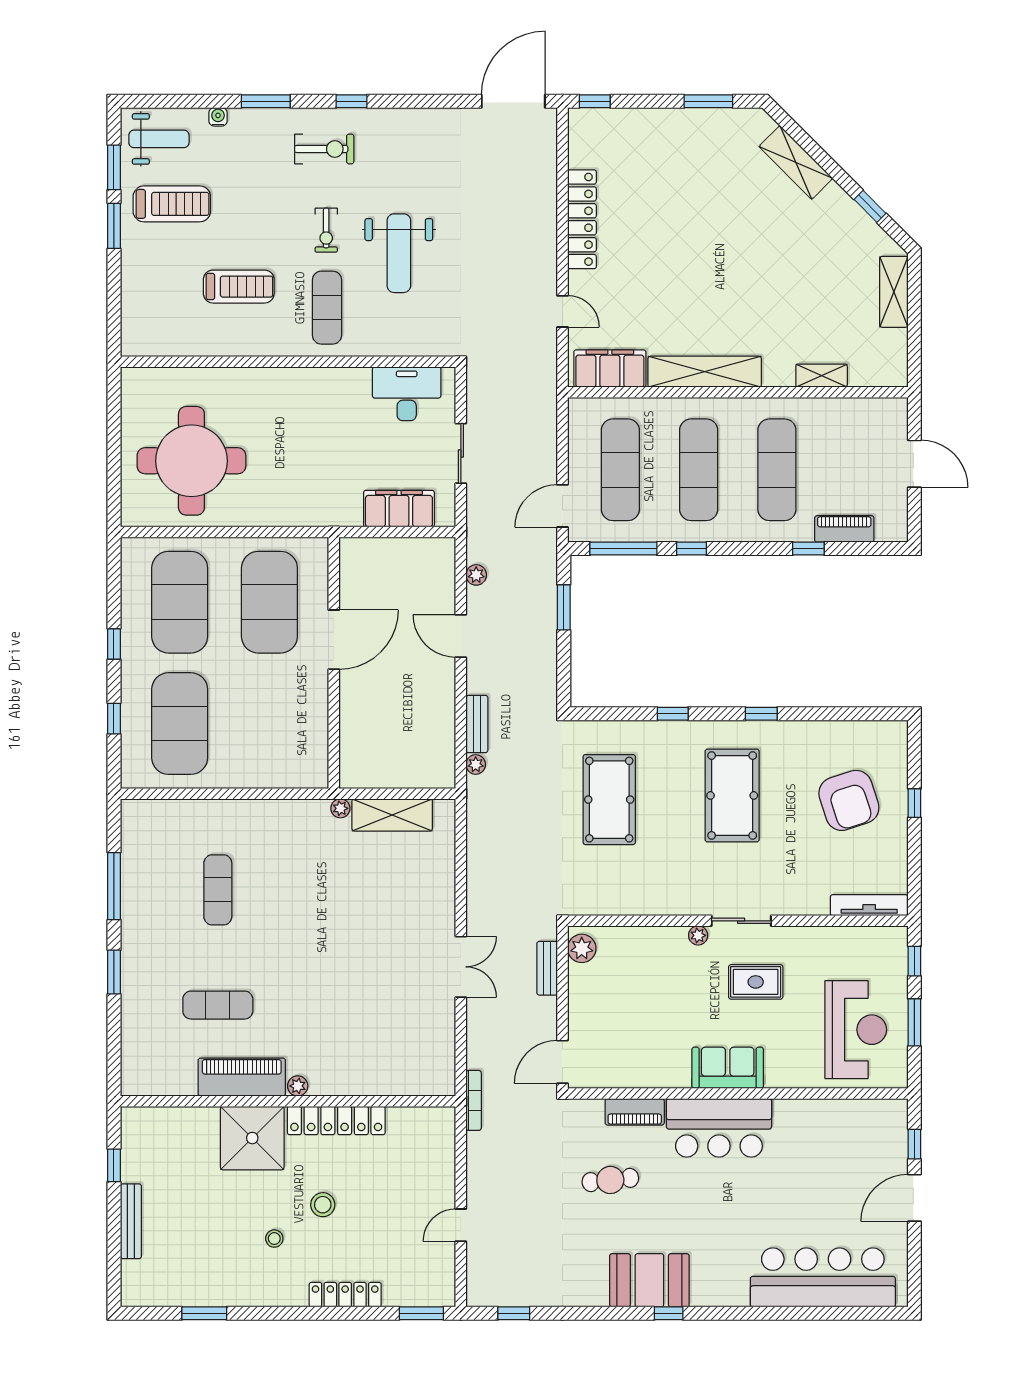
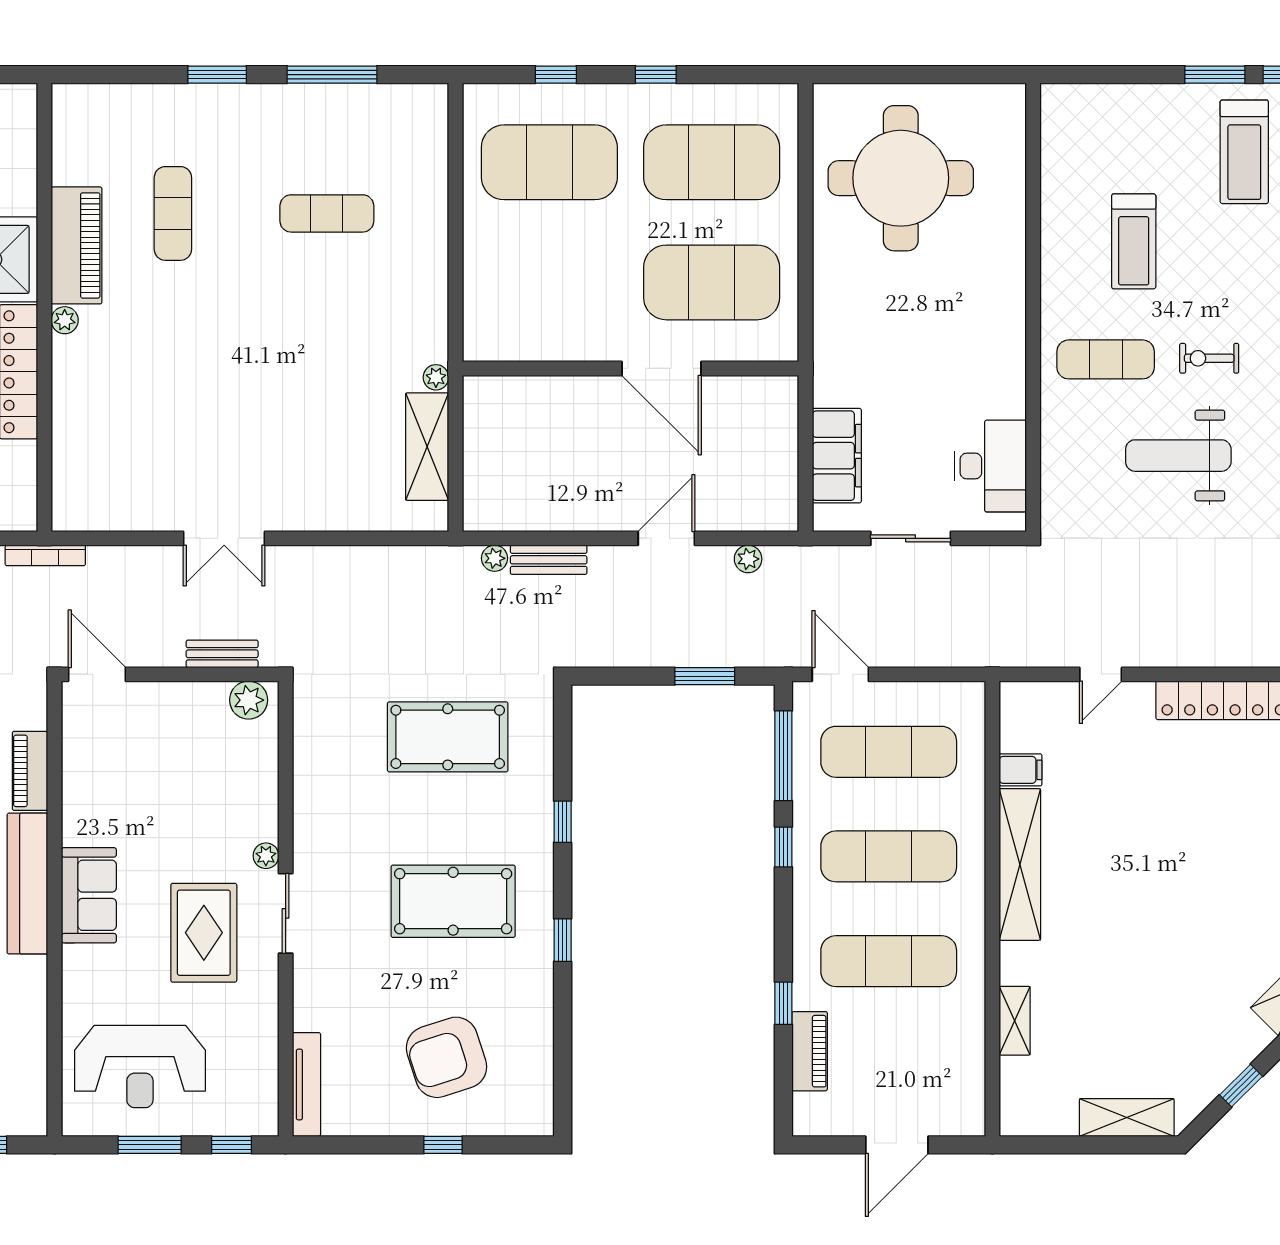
filing cabinet: (610, 369) -> (1021, 770), width x0.33, depth x0.86
rug: (756, 982) -> (204, 933), width x1.36, depth x1.43

